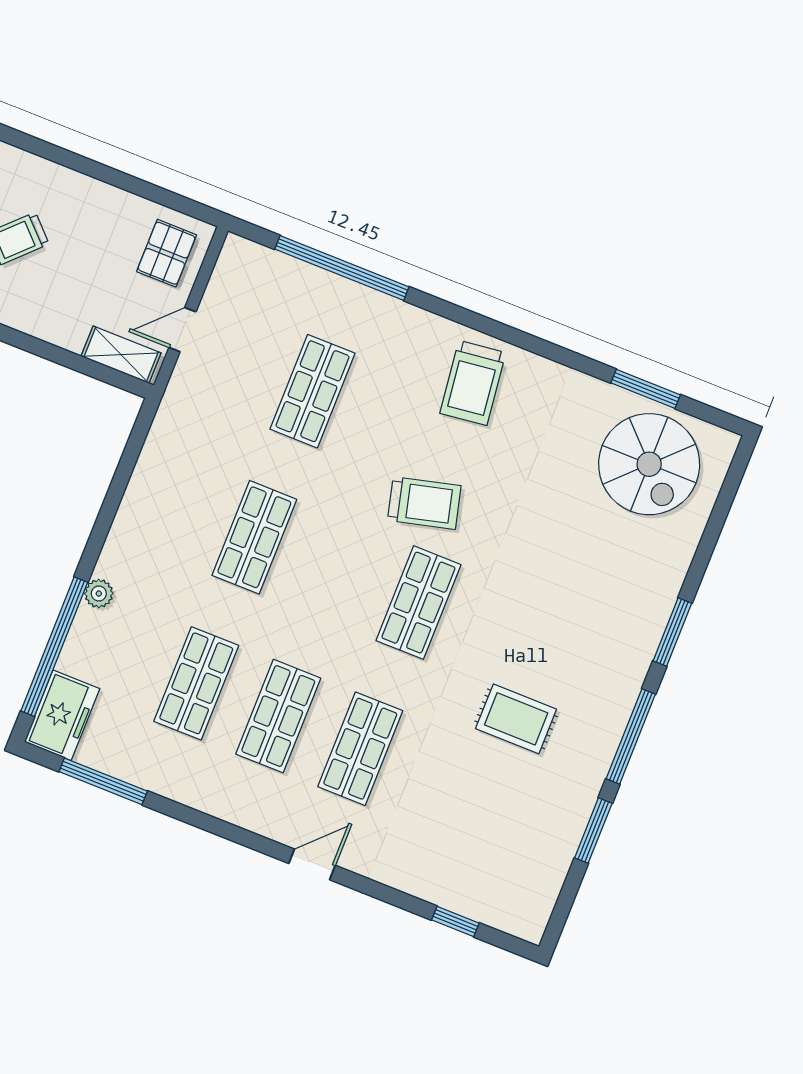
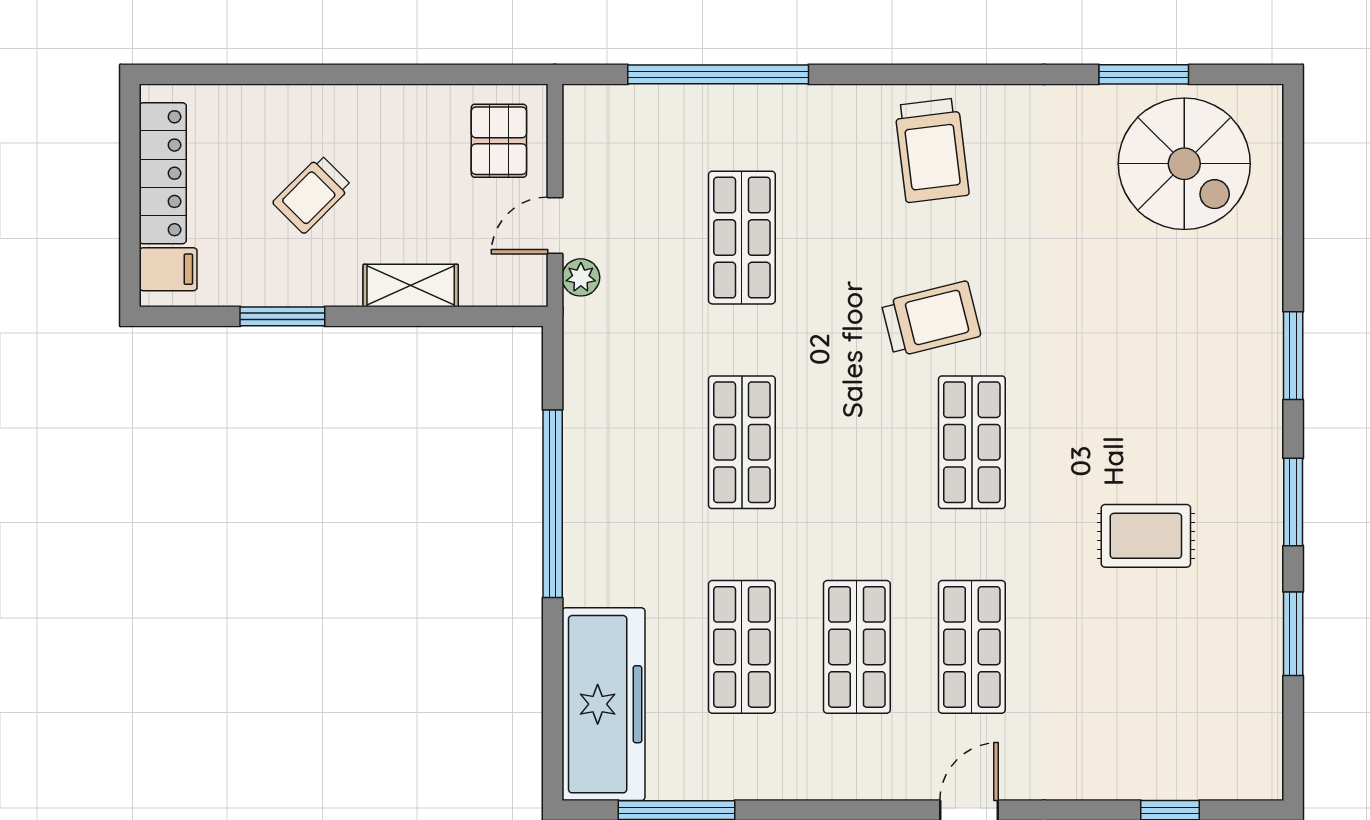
shelving: (121, 355) -> (411, 286), moved
plant: (99, 593) -> (581, 277), moved
window: (54, 647) -> (553, 504), moved
freezer: (62, 715) -> (603, 704), width x1.91, depth x1.26
window: (631, 736) -> (1293, 502), width x0.69

